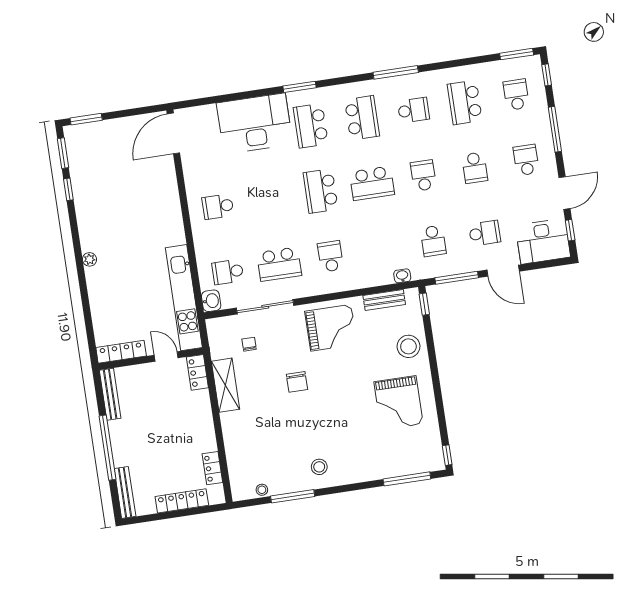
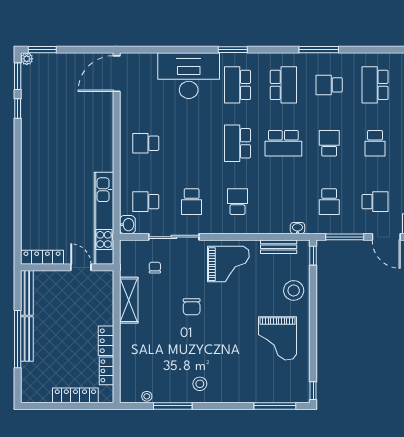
school desk: (413, 110) -> (329, 85), turned 180
plant: (90, 259) -> (27, 59), moved
school desk: (279, 264) -> (192, 202), width x0.54
locker: (197, 372) -> (106, 341), moved
bench: (125, 492) -> (27, 339), moved

